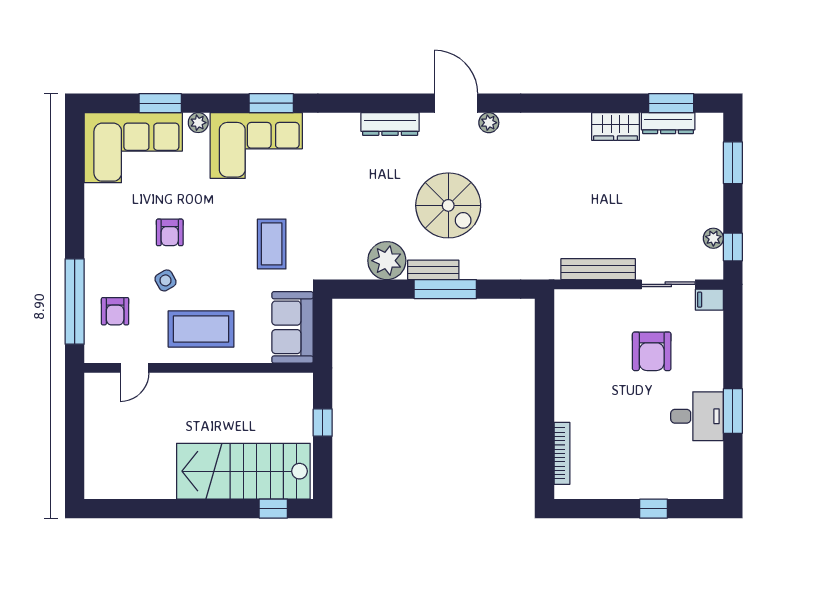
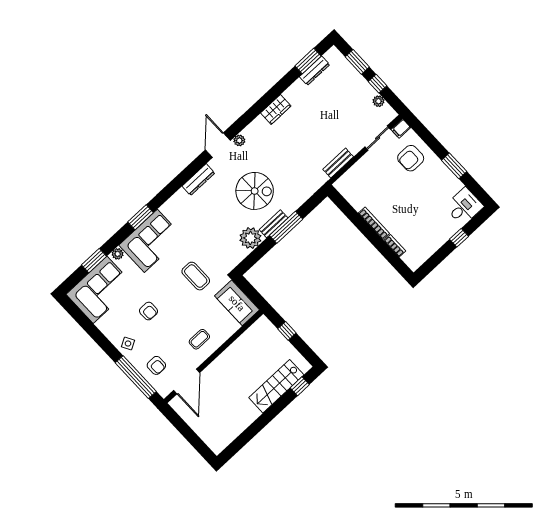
door: (456, 103) -> (218, 145), hinge flipped
wardrobe: (616, 126) -> (276, 109), moved
window: (733, 247) -> (377, 84), moved
bench: (598, 269) -> (338, 163), width x0.73
side table: (165, 280) -> (128, 344), moved
coffee table: (201, 329) -> (199, 339), width x0.54, depth x0.58
armchair: (652, 351) -> (411, 158), moved, turned 90
door: (134, 368) -> (187, 382), width x1.88
bookcase: (562, 389) -> (374, 223), added
desk: (697, 416) -> (464, 207), moved
bookcase: (562, 453) -> (395, 246), width x0.64
stairs: (243, 471) -> (276, 386), width x0.73, depth x0.66

